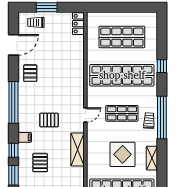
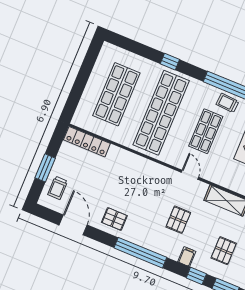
locker: (78, 24) -> (87, 142), width x1.53
pallet: (40, 163) -> (224, 251), turned 90

